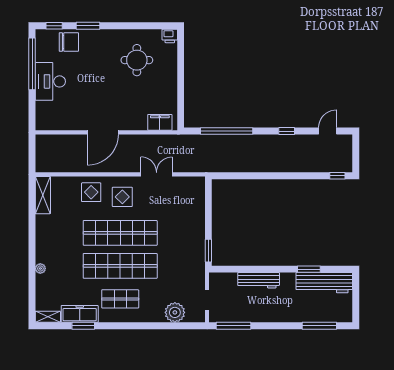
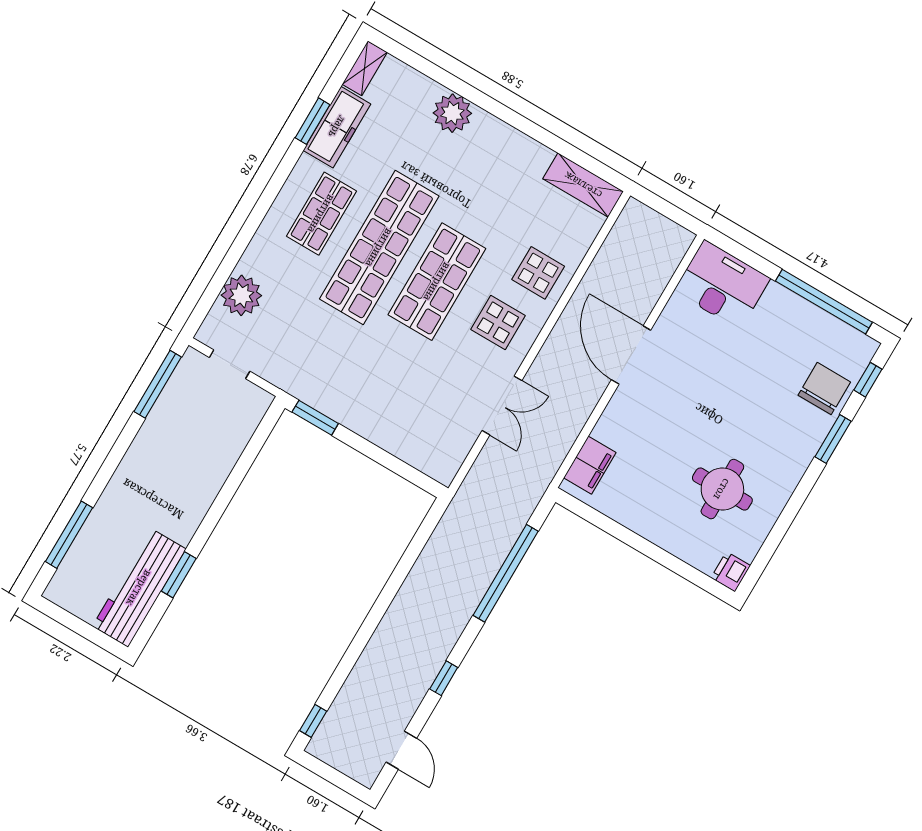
chair: (69, 42) -> (824, 389), turned 180
desk: (50, 81) -> (722, 285), moved
shop shelf: (120, 233) -> (437, 282), width x0.71
plant: (40, 268) -> (452, 113), width x1.88, depth x1.88
workbench: (259, 280) -> (211, 475), removed

